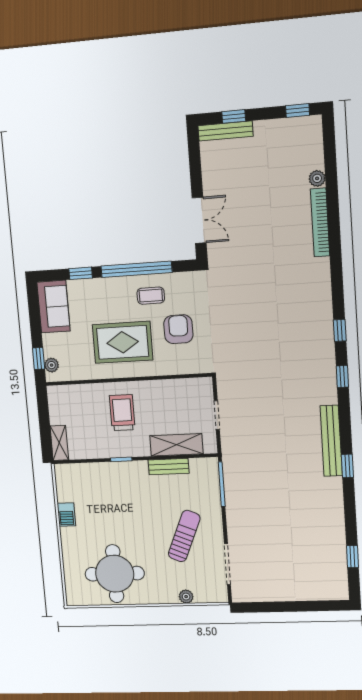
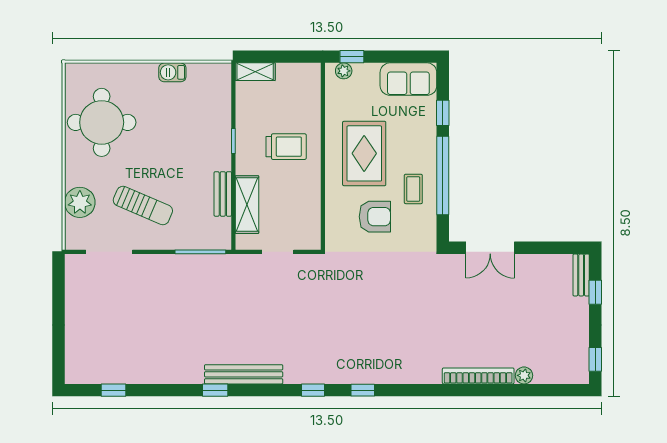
bench: (225, 131) -> (581, 275), width x0.73
plant: (186, 597) -> (80, 202), width x1.88, depth x1.88

